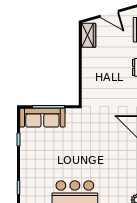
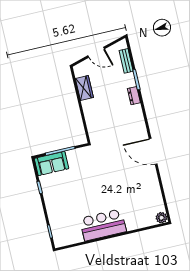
wardrobe: (89, 35) -> (84, 88), moved
sofa: (42, 118) -> (51, 164), width x0.73

